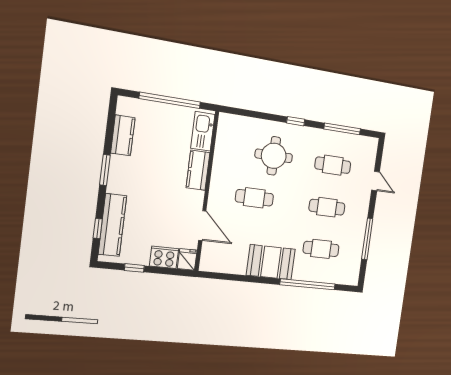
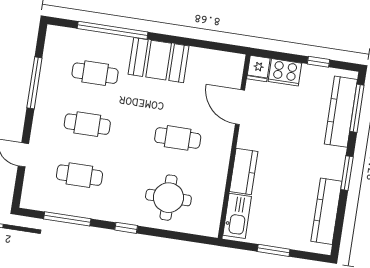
window: (170, 100) -> (274, 250), width x0.47
kitchen counter: (123, 135) -> (326, 211), width x1.50
round table: (274, 156) -> (168, 198), moved
window: (98, 229) -> (357, 108), width x2.17

